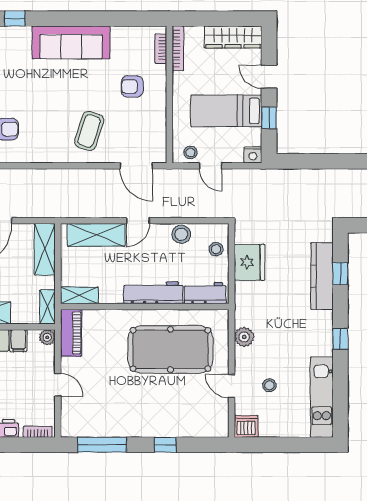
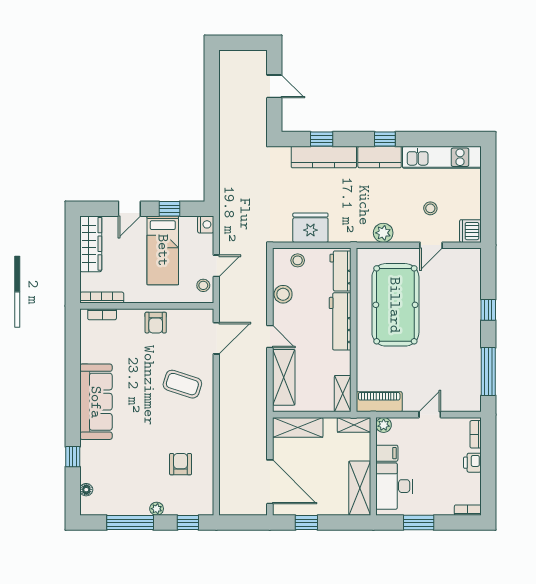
armchair: (132, 86) -> (156, 323), moved
kitchen counter: (322, 333) -> (380, 157), added

